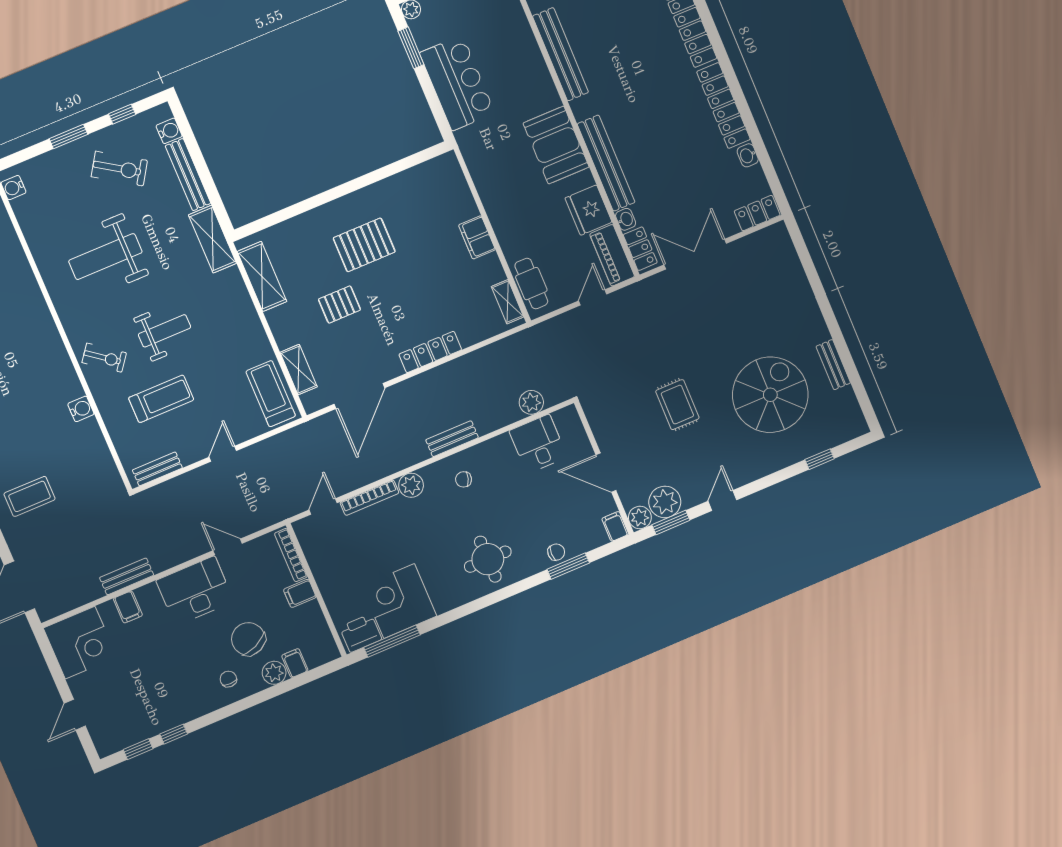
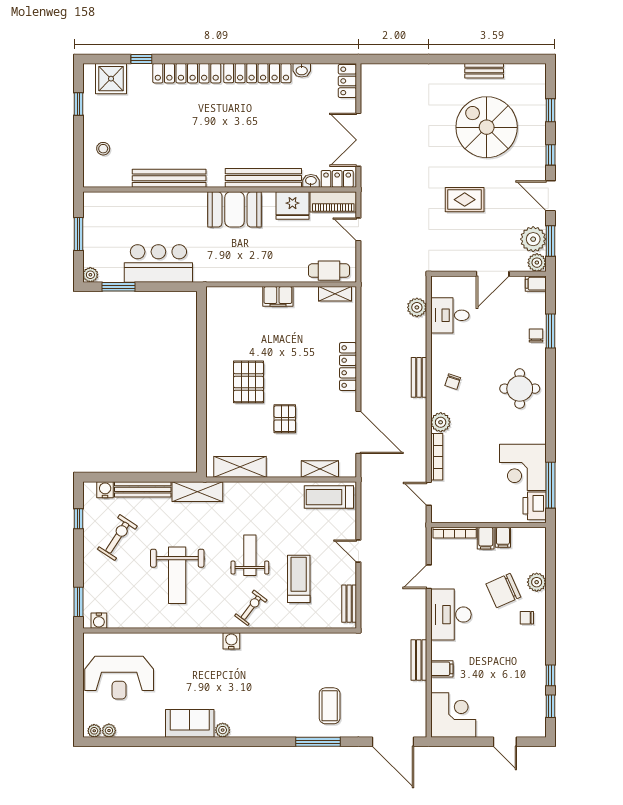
window: (68, 137) -> (78, 602), moved
water cooler: (81, 409) -> (231, 641), moved
window: (769, 481) -> (550, 155), added
door: (722, 501) -> (550, 196), width x1.38
filing cabinet: (295, 663) -> (503, 537), moved, turned -90

